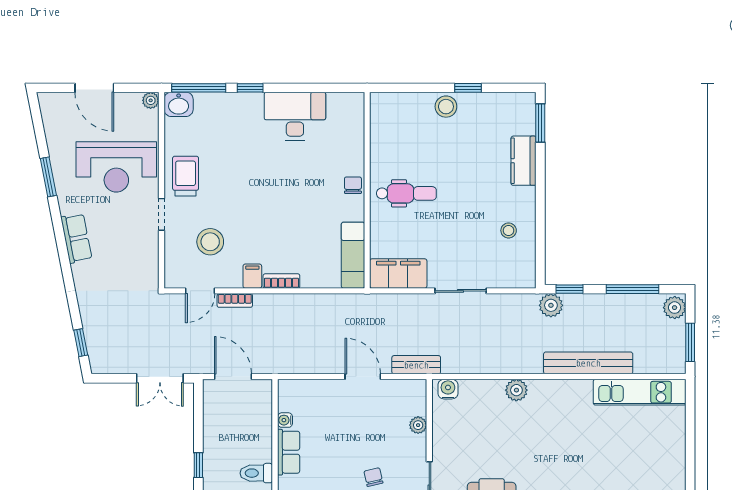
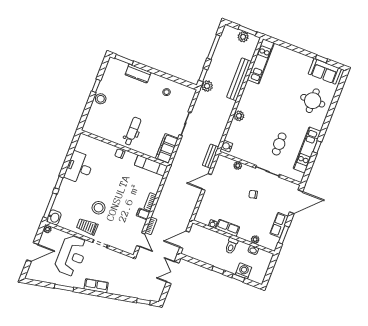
stool: (210, 242) -> (99, 208), moved
plant: (675, 308) -> (243, 37), moved
double door: (160, 378) -> (173, 273), swing flipped

